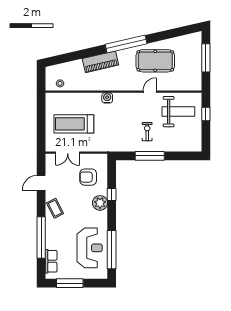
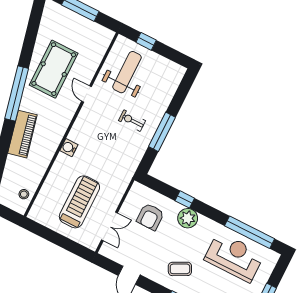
treadmill: (74, 124) -> (79, 202), turned 180
coffee table: (55, 208) -> (180, 269), moved

